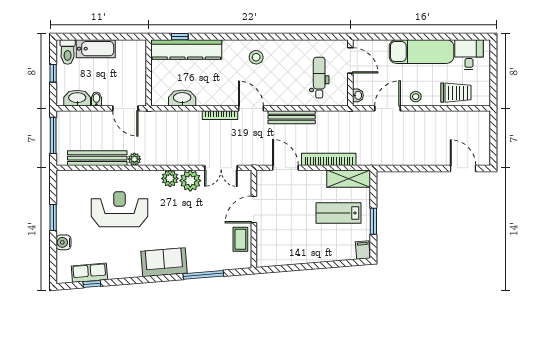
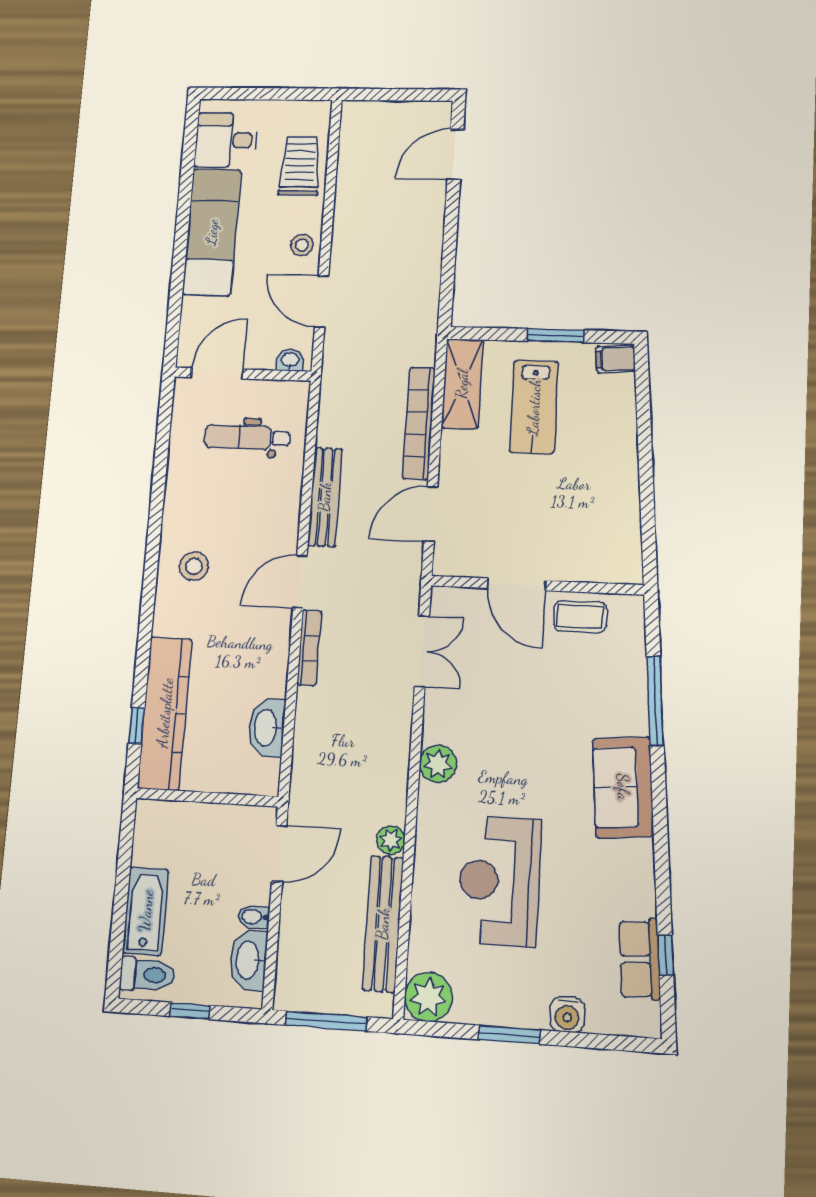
plant: (190, 181) -> (428, 997), moved

